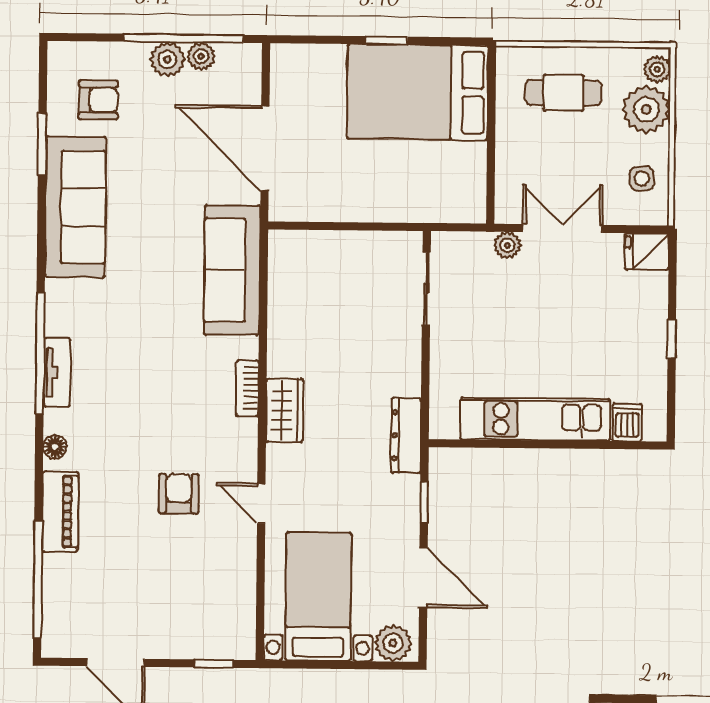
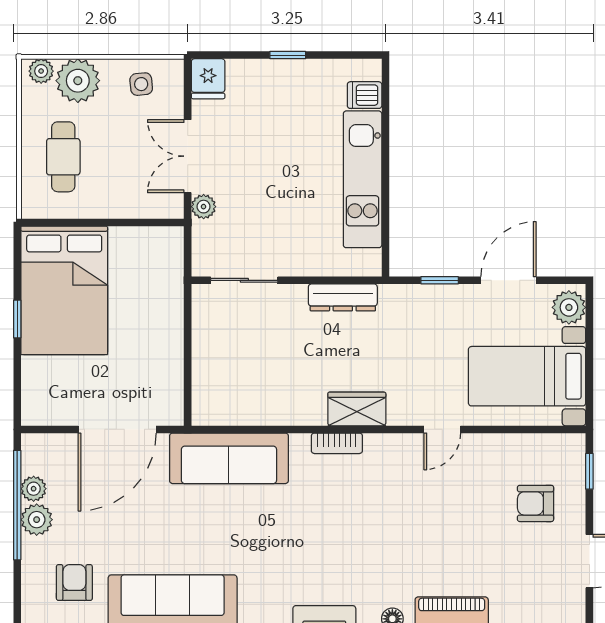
dresser: (406, 435) -> (343, 297), moved
armchair: (179, 494) -> (536, 503), moved

